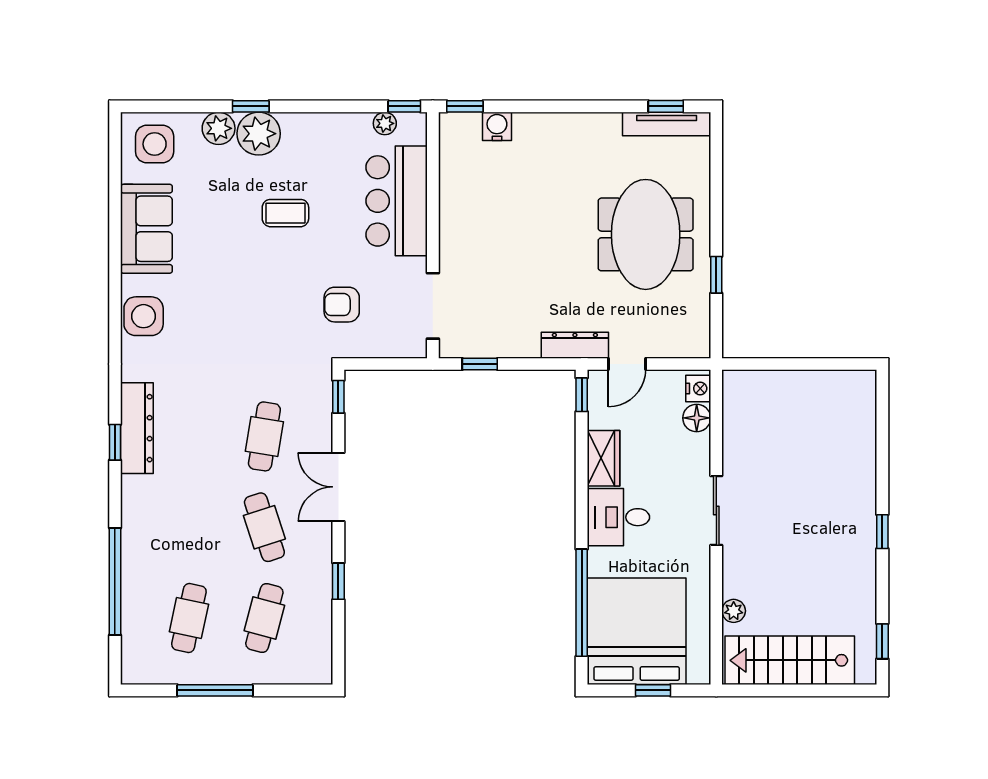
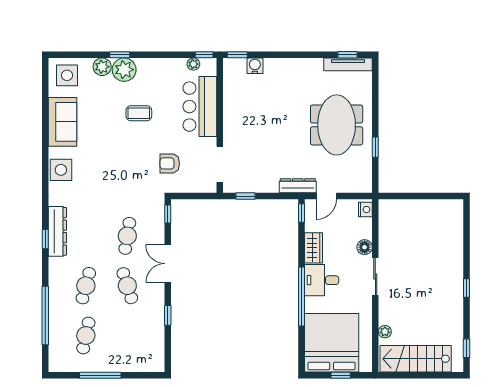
floor lamp: (697, 418) -> (365, 247), moved
window: (582, 603) -> (301, 296), moved
cafe table: (264, 618) -> (86, 286), moved

